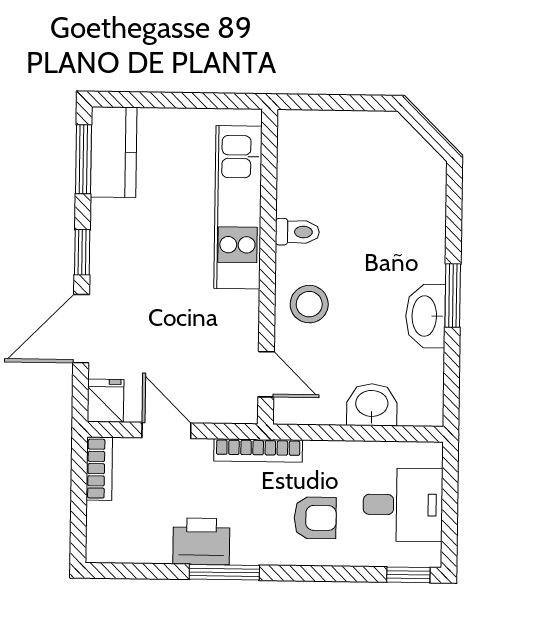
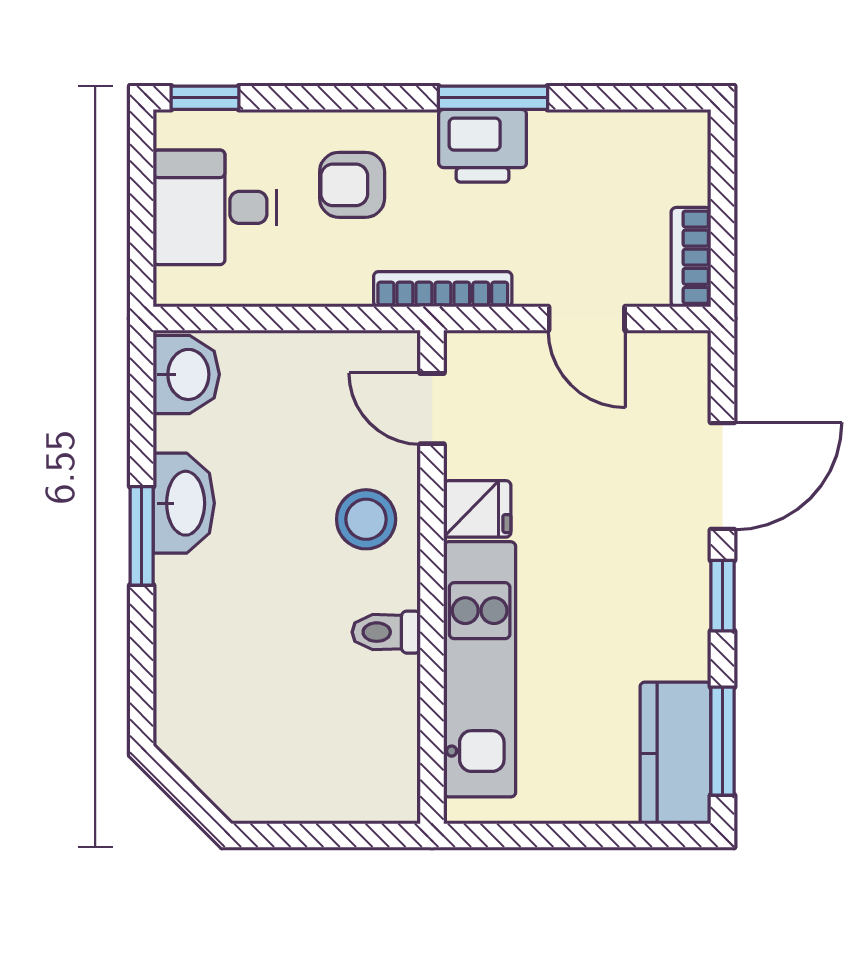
fridge: (106, 401) -> (477, 509), moved, turned -90
washbasin: (372, 405) -> (186, 374), moved, turned -90
printer: (201, 541) -> (483, 146), moved

